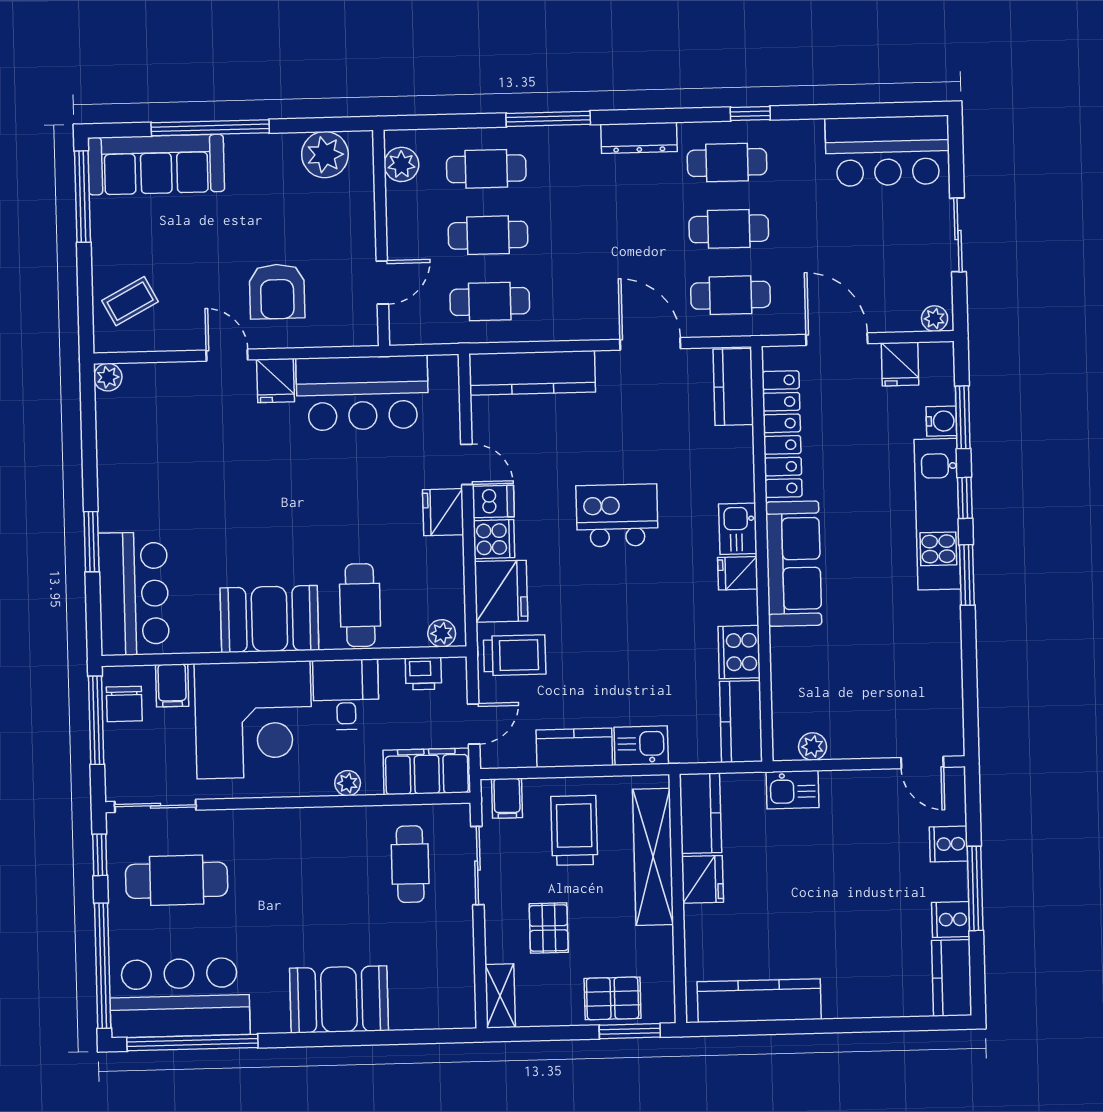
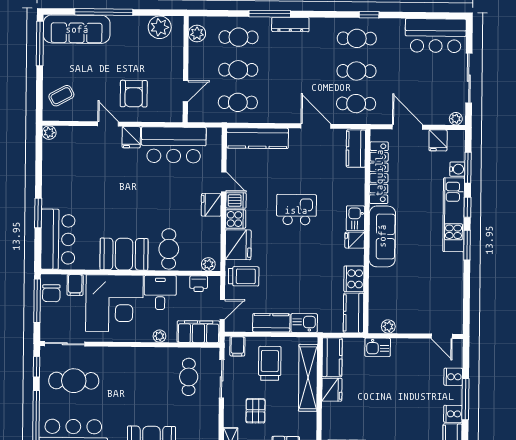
dresser: (639, 138) -> (290, 25), moved
sliding door: (958, 235) -> (469, 78), width x1.37

